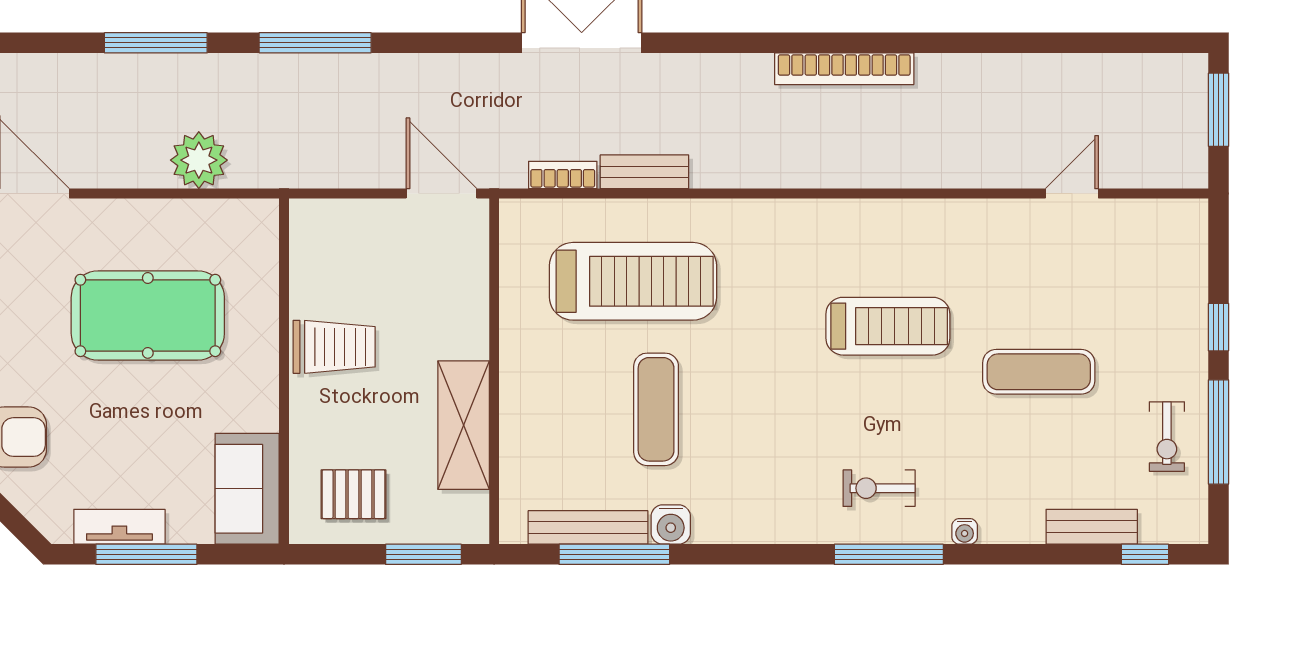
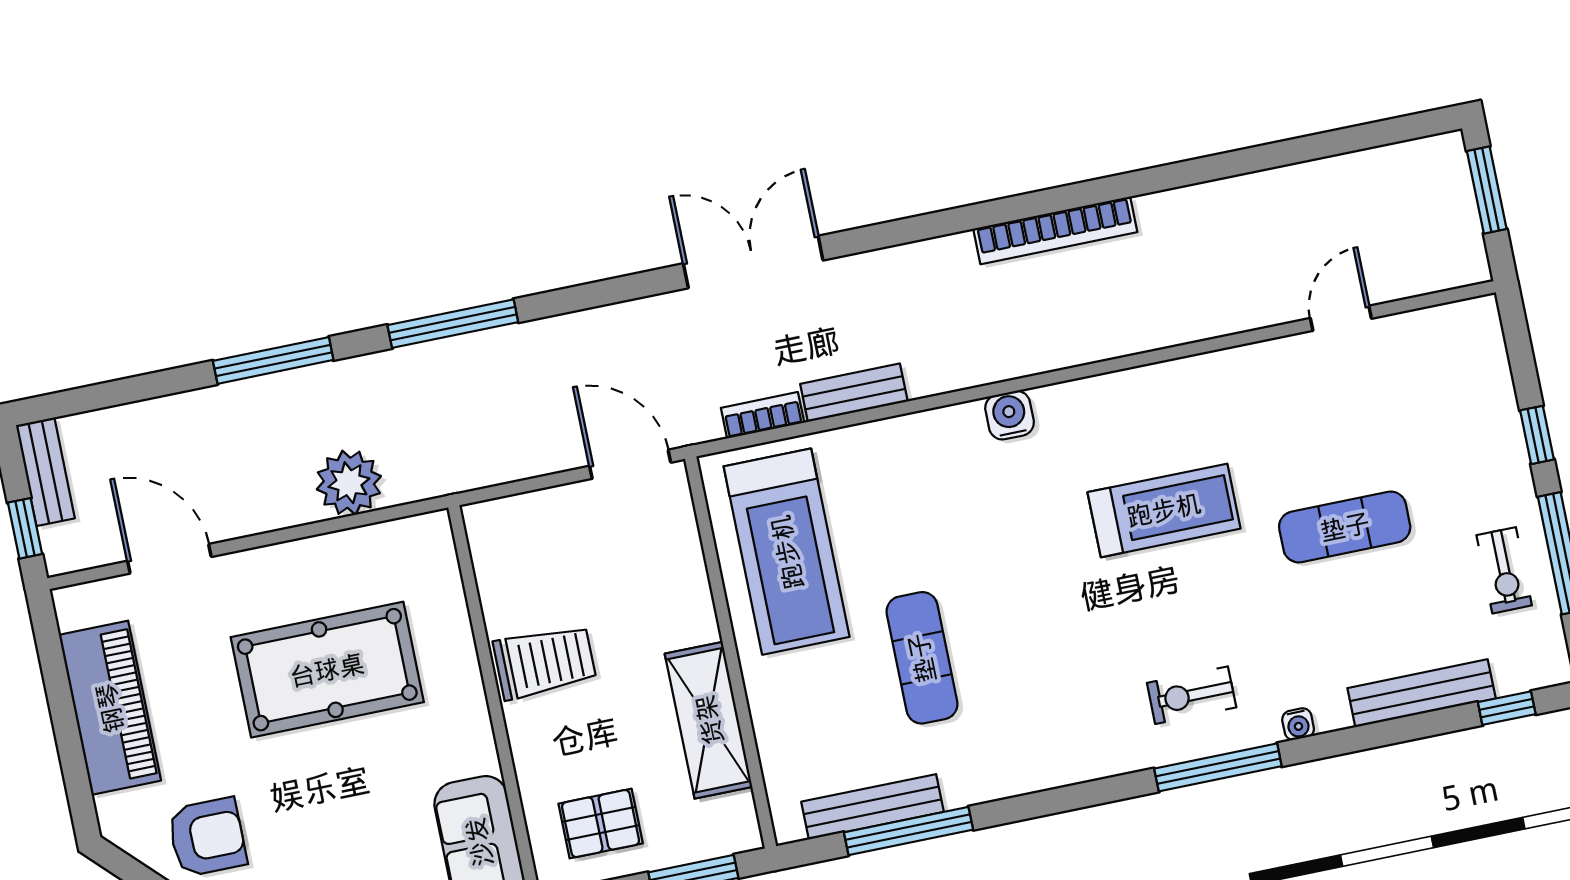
treadmill: (633, 281) -> (787, 552), moved, turned 90
water cooler: (671, 525) -> (1010, 415), moved, turned 180
bench: (1092, 527) -> (1422, 693), width x1.36

